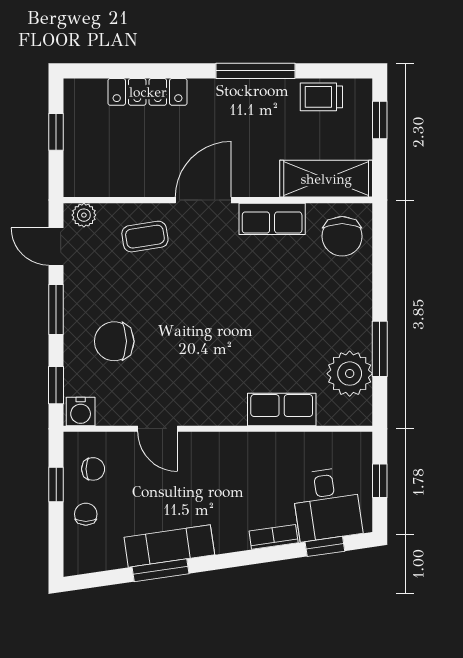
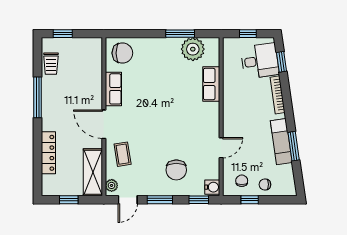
shelving: (326, 179) -> (93, 172), moved
bookcase: (274, 537) -> (278, 95), width x1.56

